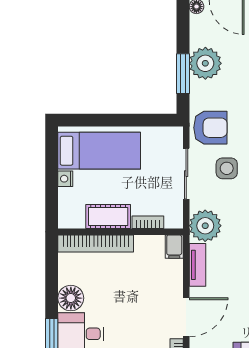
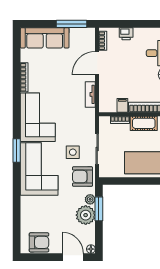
plant: (205, 226) -> (90, 199), moved, width x0.53, depth x0.53
filing cabinet: (174, 247) -> (122, 105), moved

